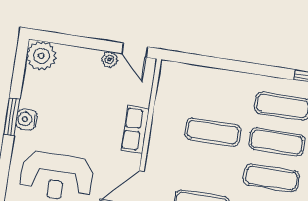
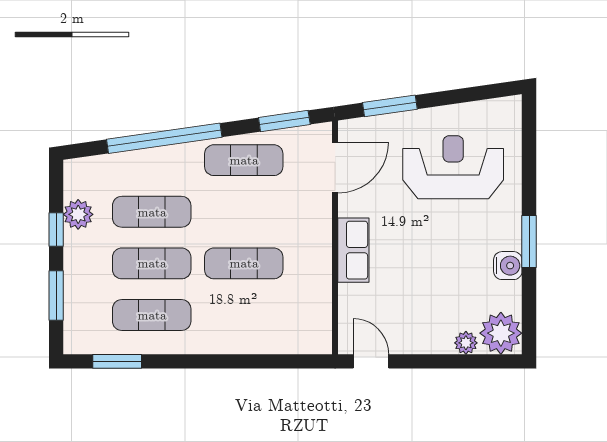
plant: (109, 59) -> (466, 343), moved
water cooler: (27, 119) -> (508, 266), moved

